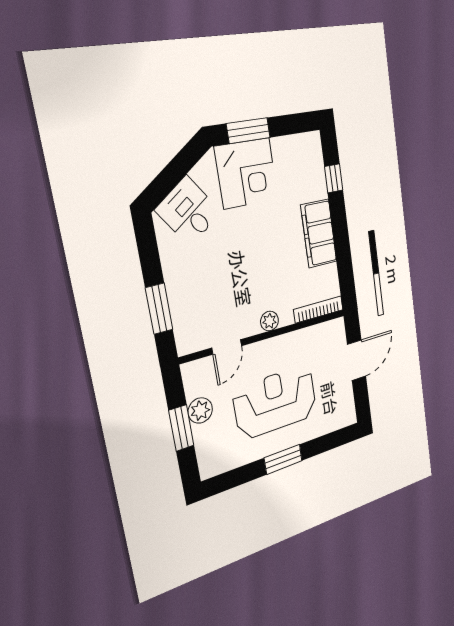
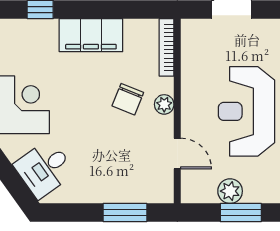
chair: (269, 284) -> (128, 99), added

